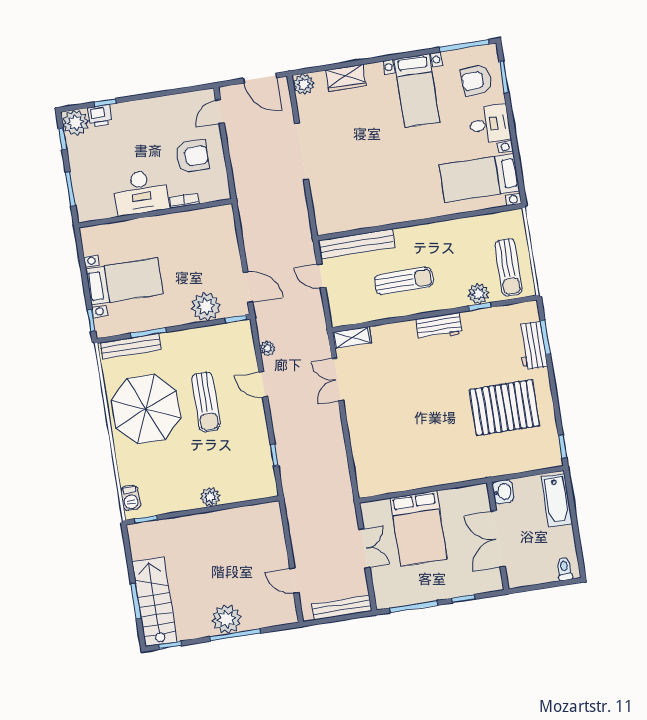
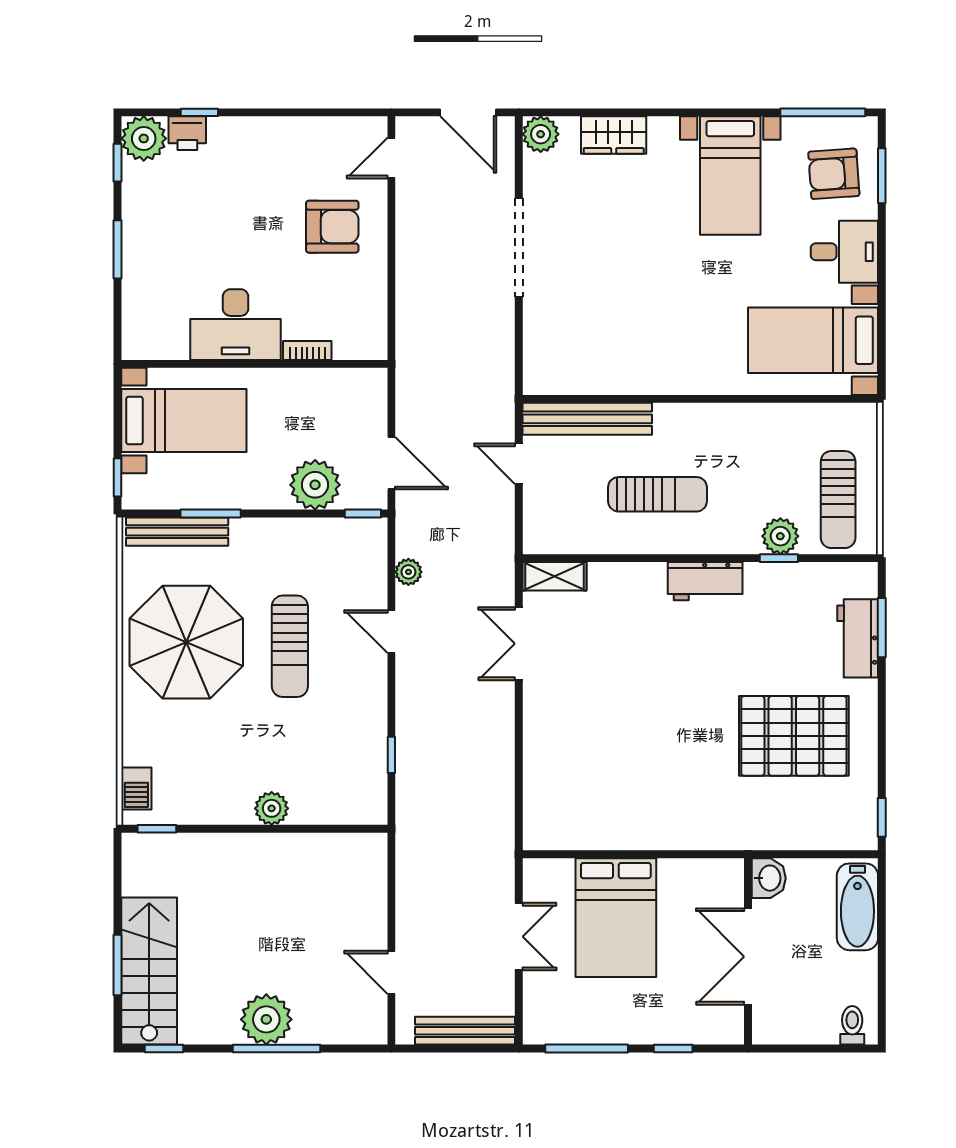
desk: (141, 192) -> (236, 325), moved
bookcase: (184, 201) -> (307, 350), moved
wall: (155, 213) -> (254, 364), moved

